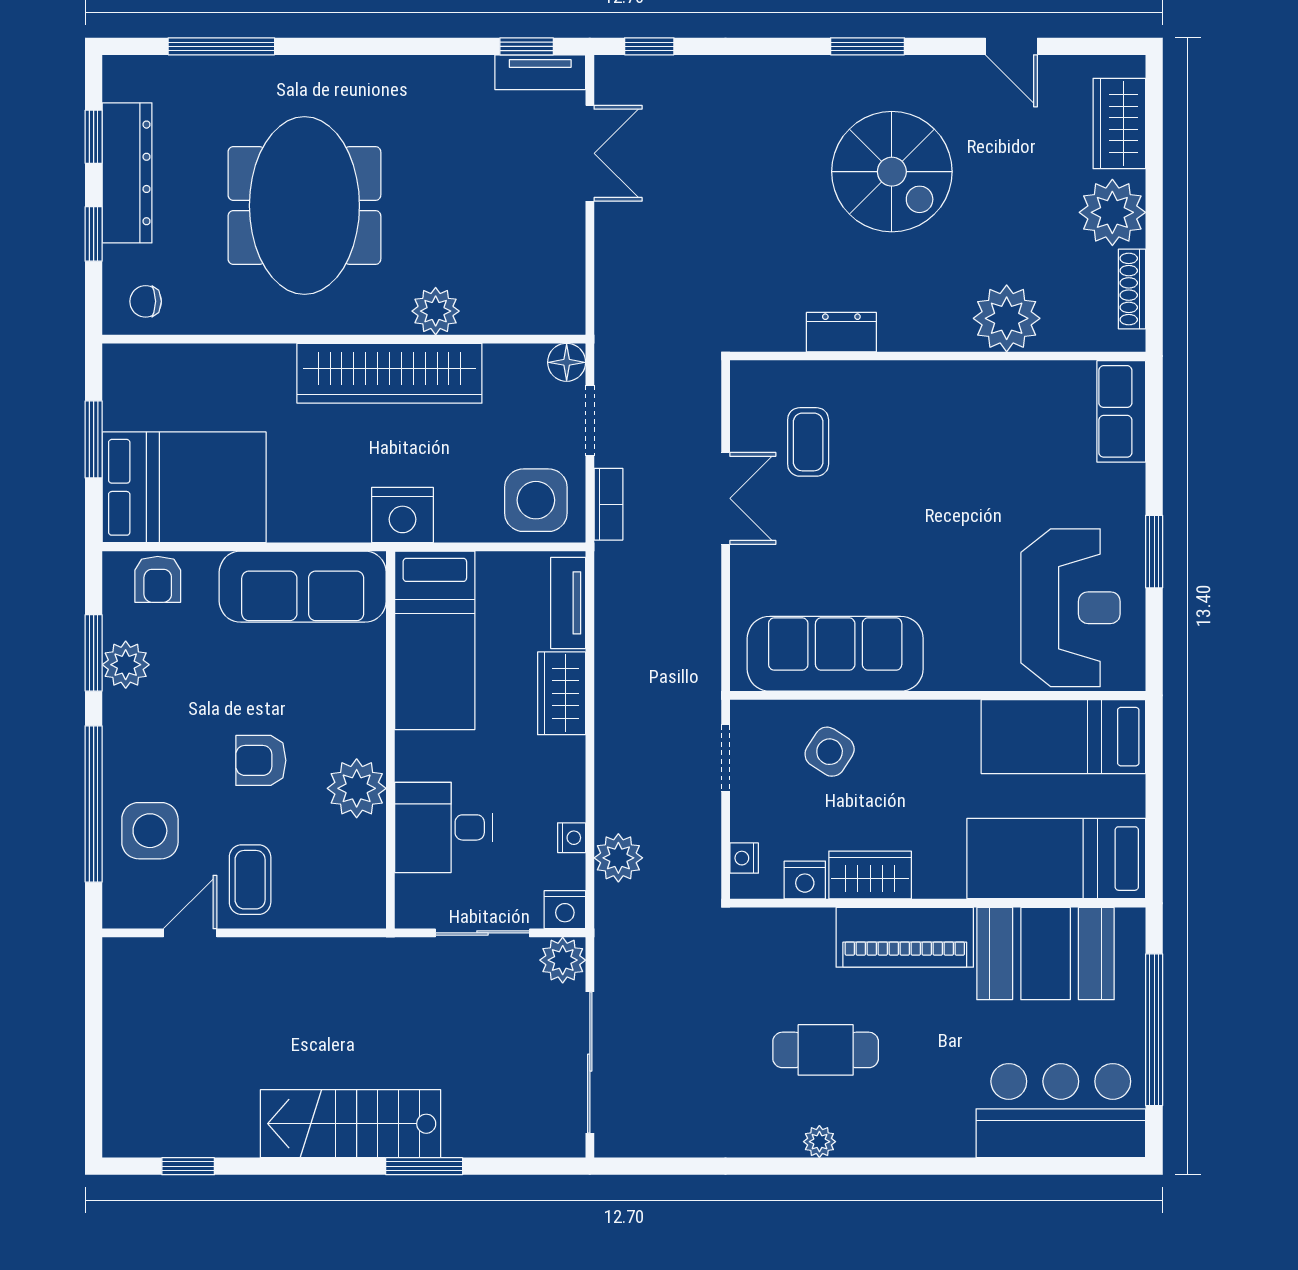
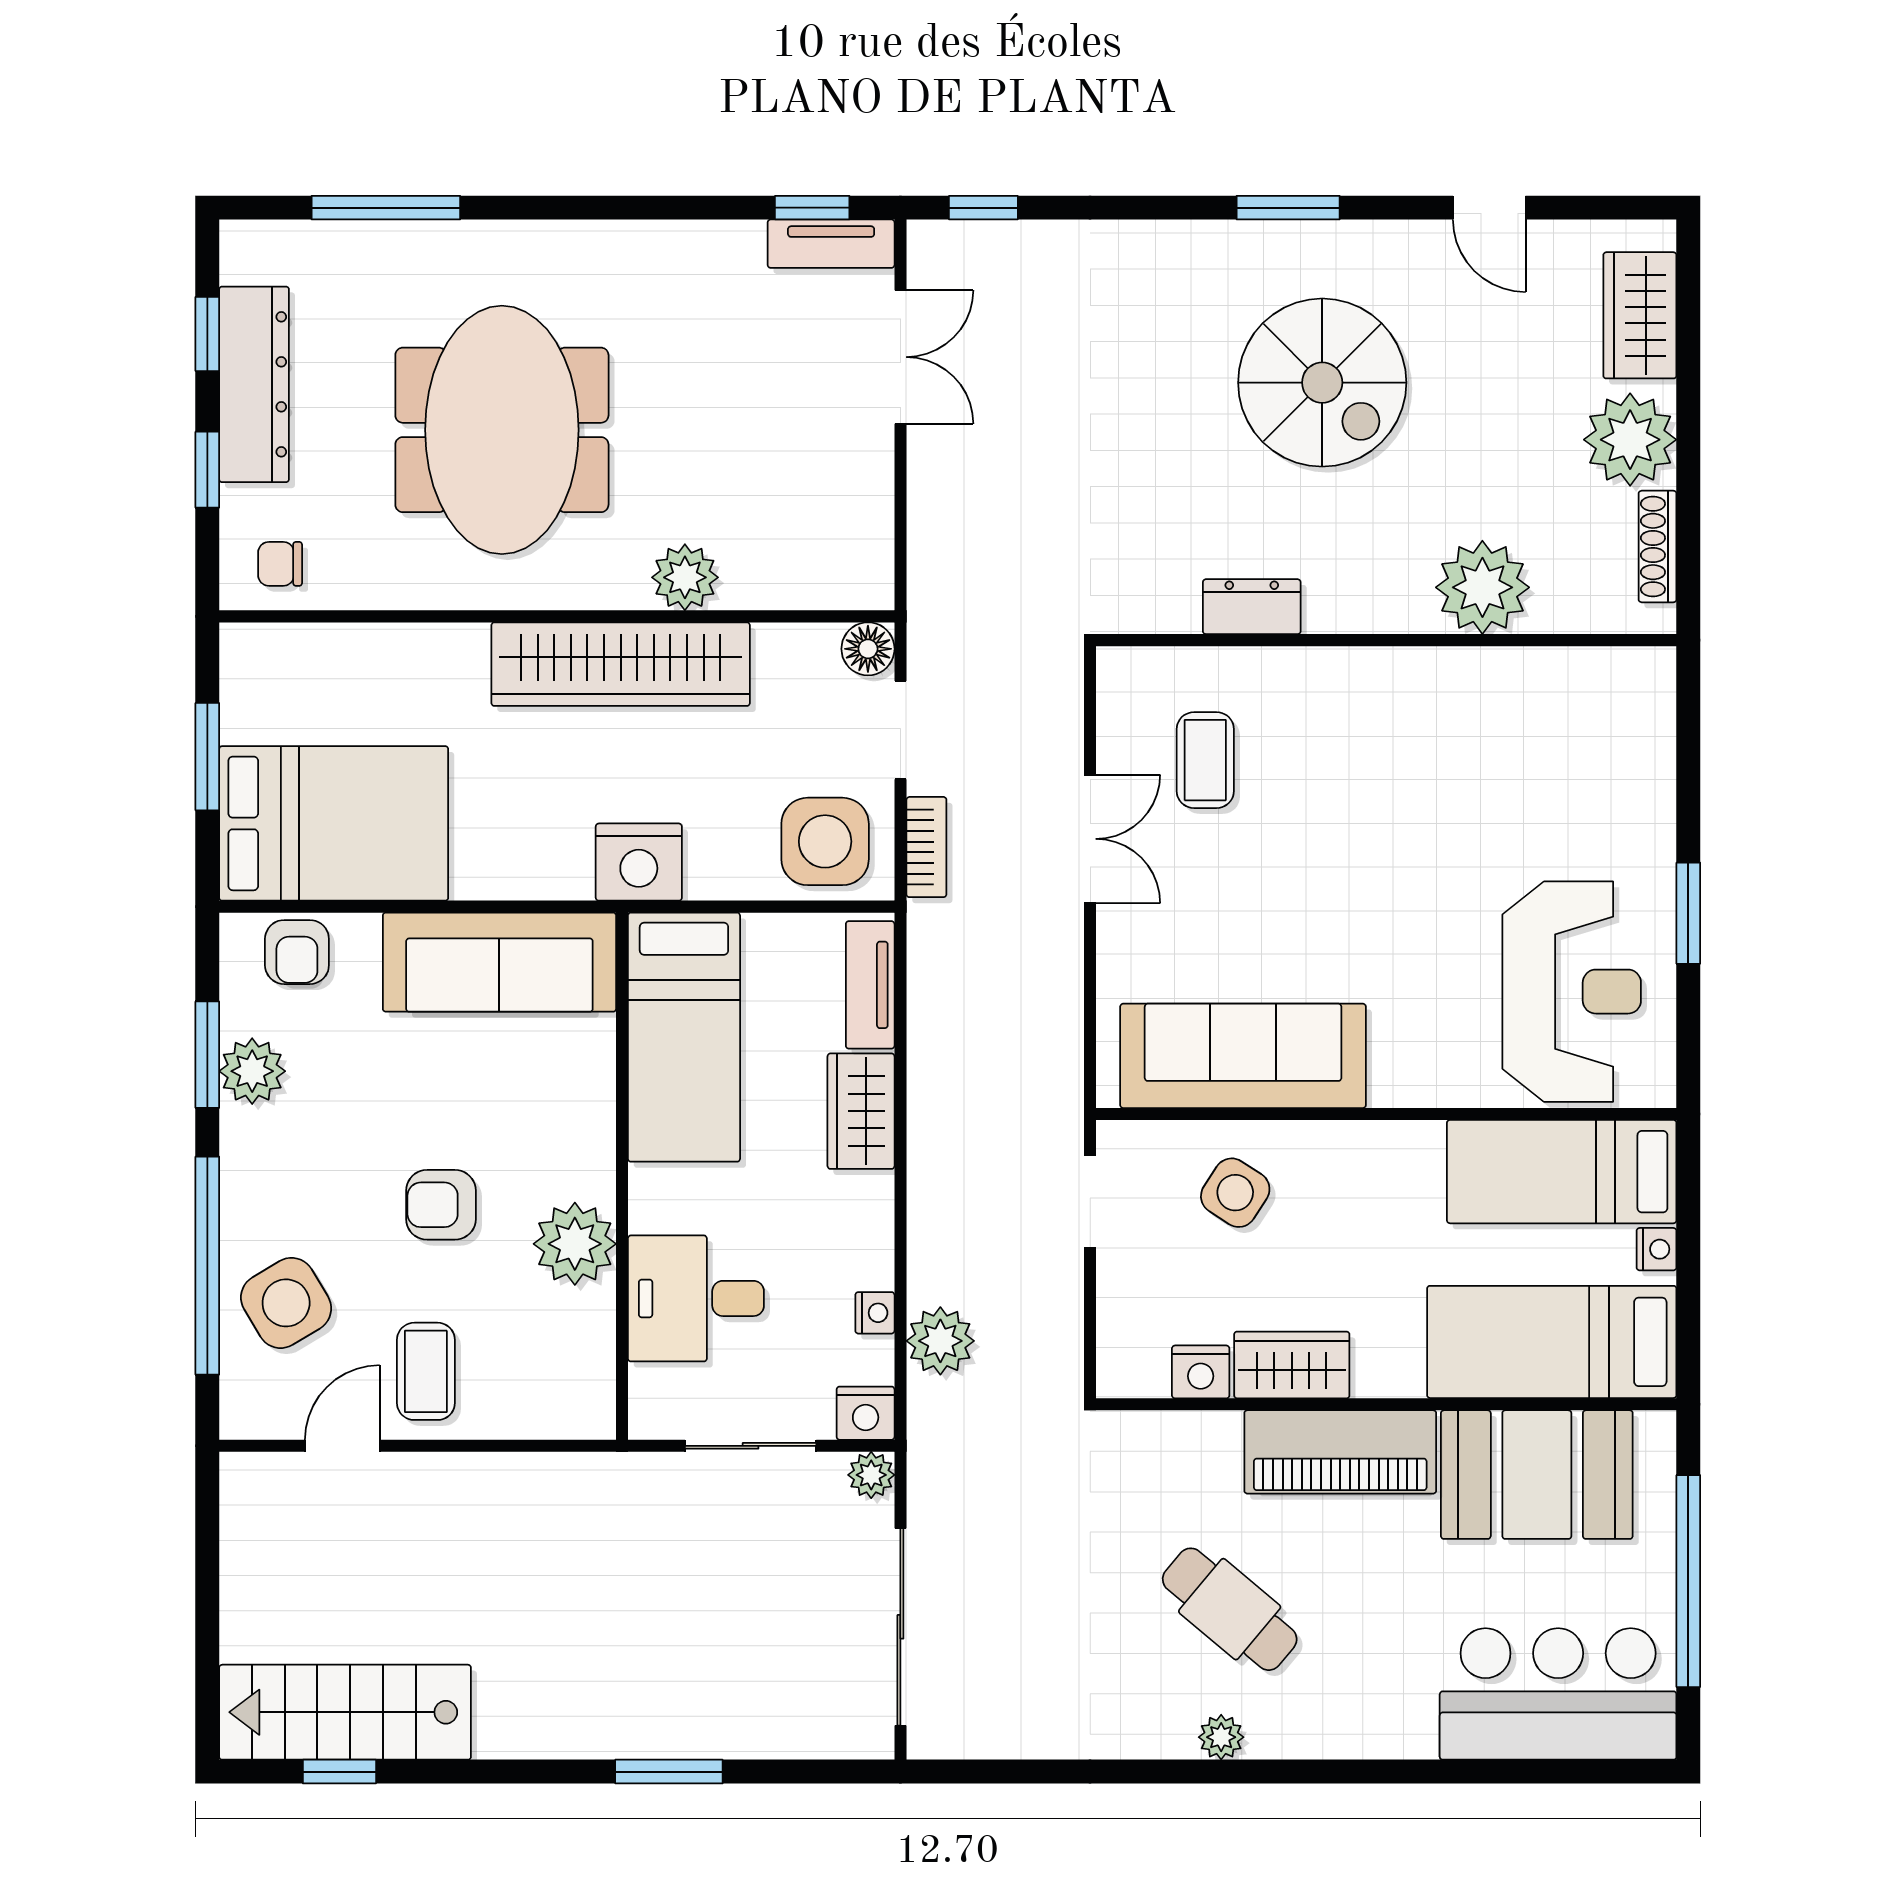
row of seats: (1121, 411) -> (1643, 718), removed
side table: (150, 831) -> (286, 1303), turned -31
nightstand: (744, 858) -> (1657, 1249), moved, turned 180
plant: (563, 960) -> (871, 1475), width x0.73, depth x0.73
cafe table: (826, 1050) -> (1230, 1609), turned 40
stairs: (350, 1124) -> (345, 1712), moved

